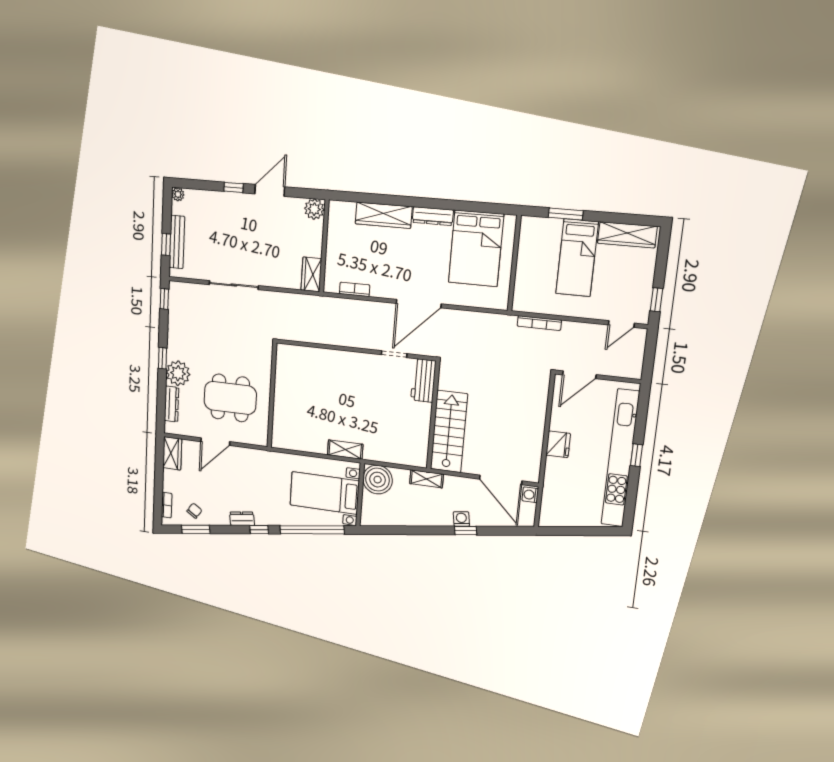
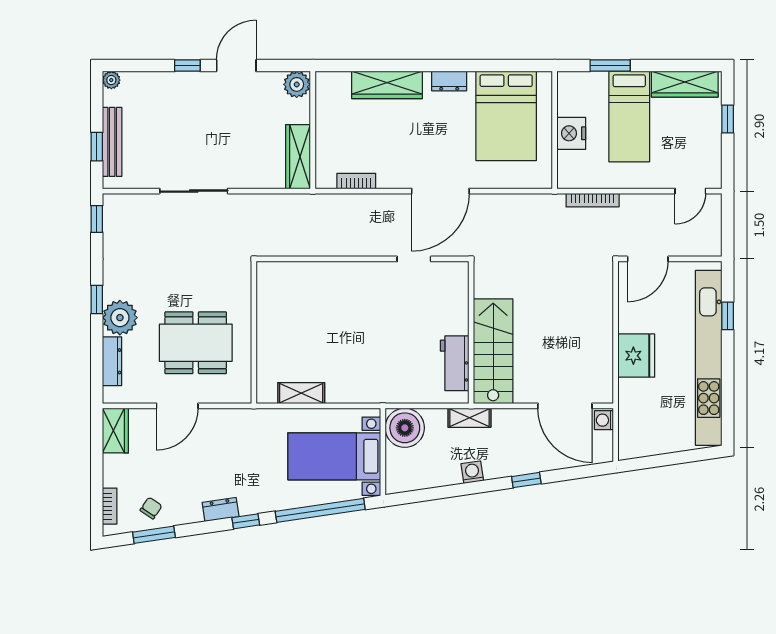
dresser: (433, 216) -> (449, 81), width x0.70
nightstand: (528, 267) -> (571, 133), added
wardrobe: (311, 274) -> (298, 157), width x1.50
window: (656, 300) -> (728, 119), moved
workbench: (423, 380) -> (455, 363), moved
fridge: (558, 444) -> (636, 356), width x1.36, depth x1.34
shelving: (345, 450) -> (301, 393), moved
window: (636, 455) -> (728, 316), moved
washing machine: (461, 519) -> (472, 472), moved

